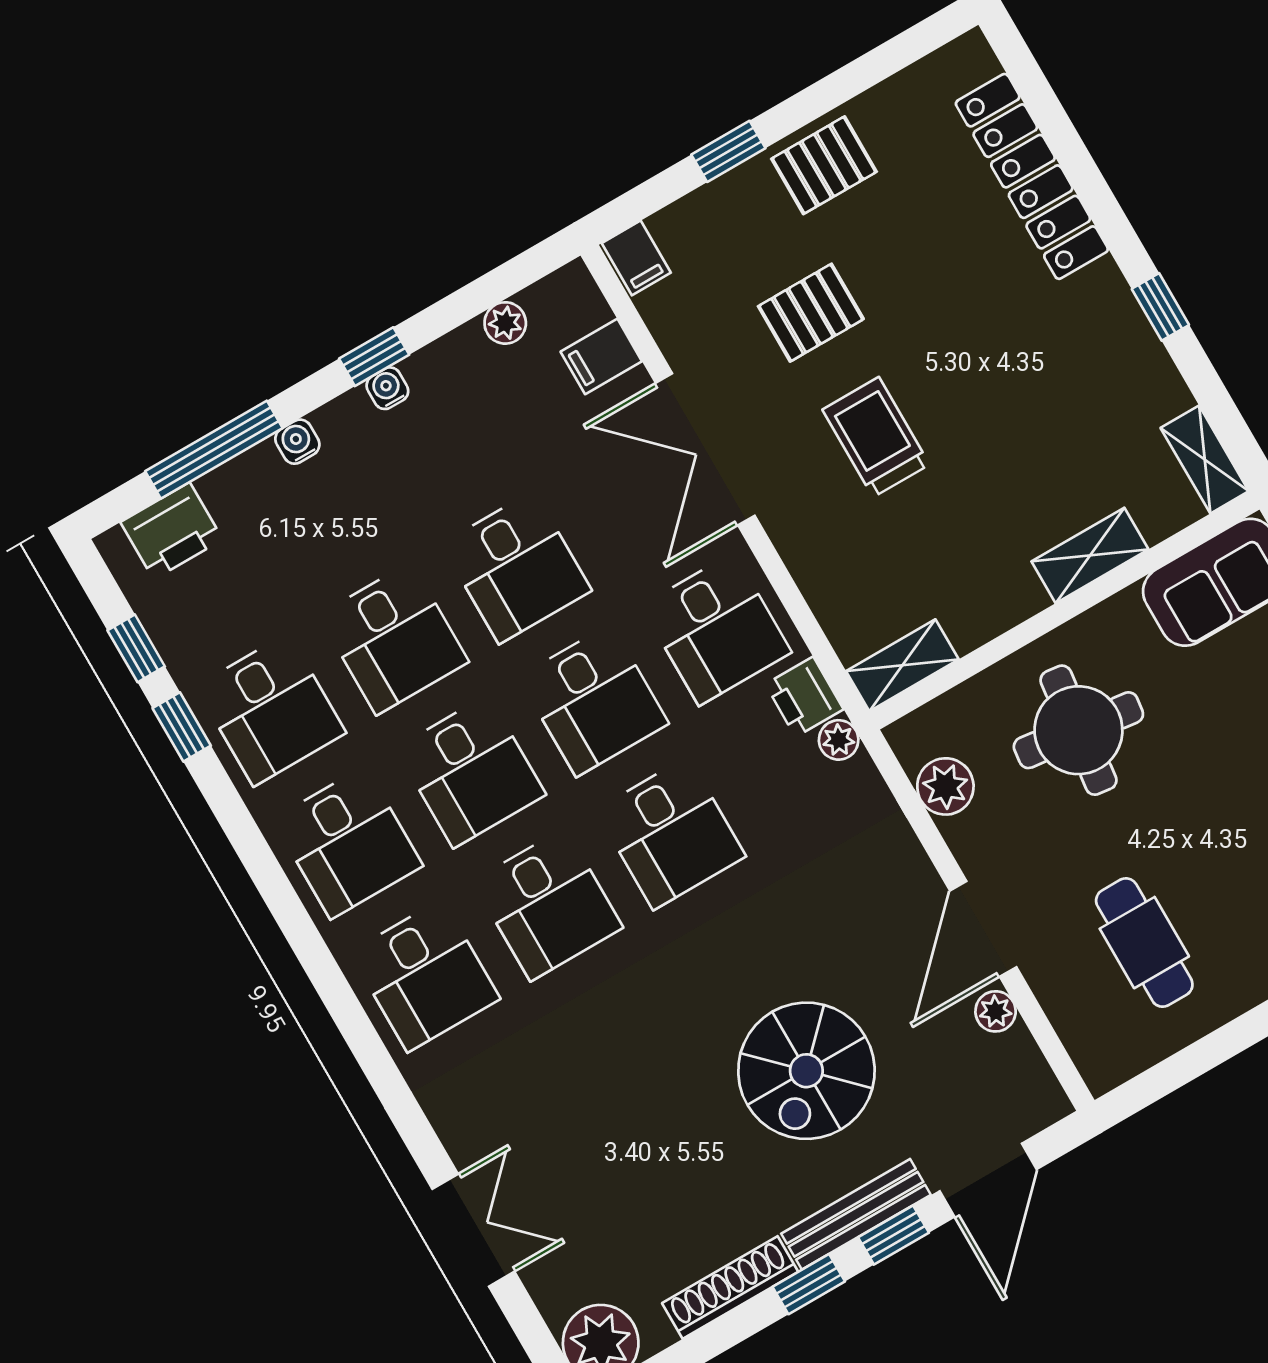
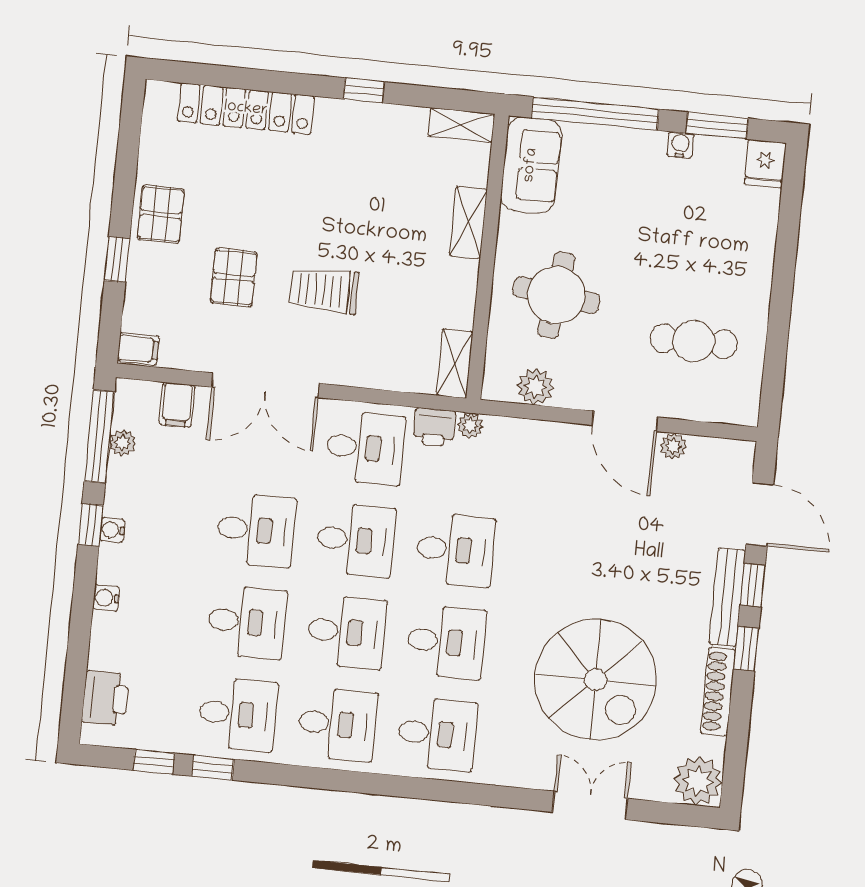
window: (214, 450) -> (99, 437), moved
spiral stairs: (806, 1071) -> (596, 680), moved, width x1.37, depth x1.37

